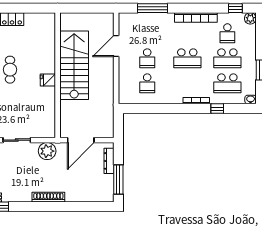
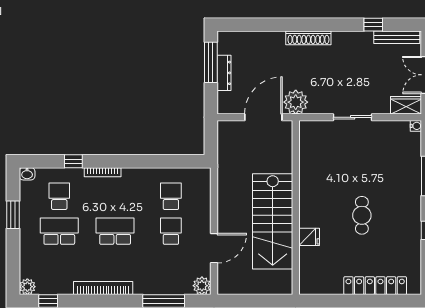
plant: (125, 19) -> (202, 286), added
school desk: (227, 33) -> (59, 266), removed
fridge: (48, 80) -> (309, 237), moved
school desk: (227, 83) -> (59, 196), width x0.54
plant: (47, 151) -> (296, 102), moved
dresser: (109, 161) -> (224, 73), moved

